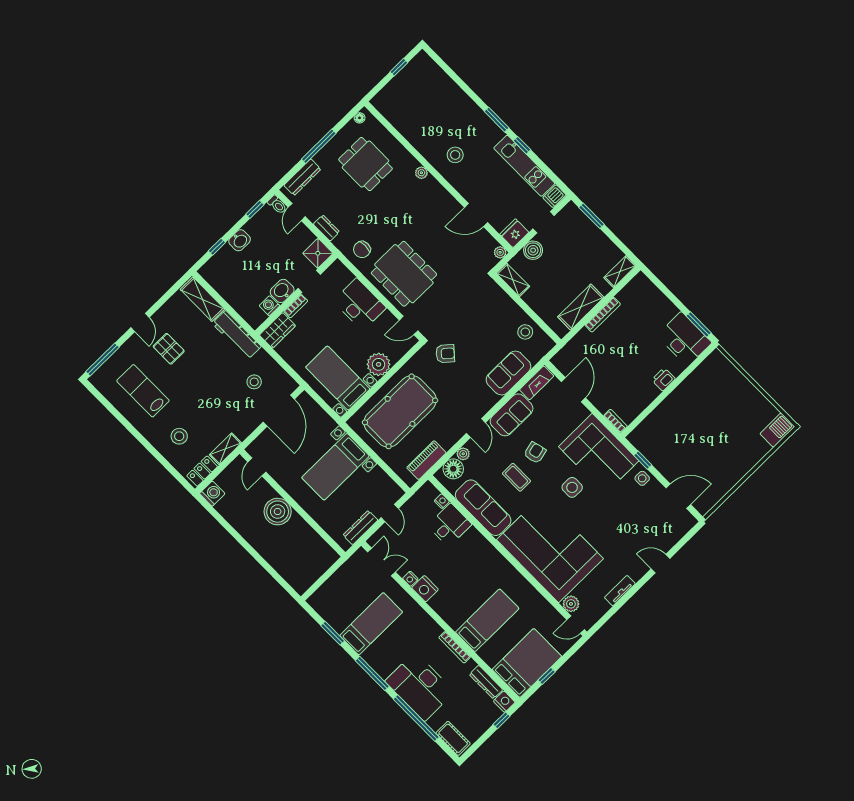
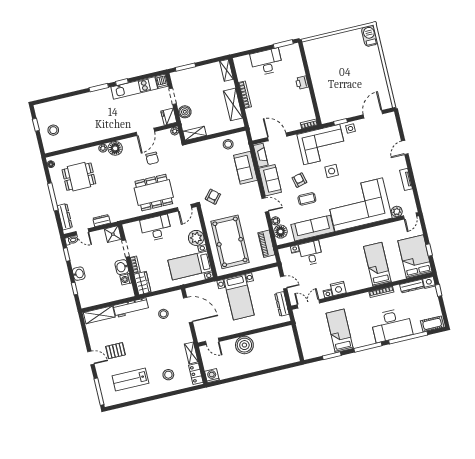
stool: (455, 155) -> (53, 130), moved
floor lamp: (431, 189) -> (115, 148), added
chair: (362, 249) -> (152, 158), moved
desk: (684, 339) -> (266, 62), moved

